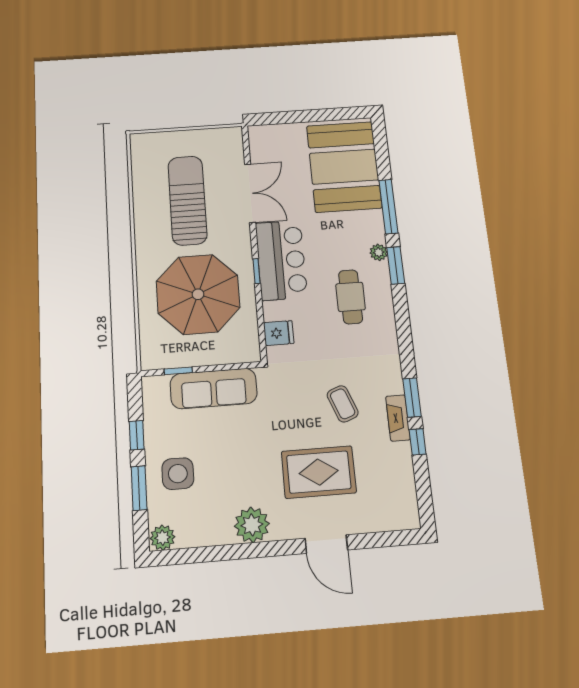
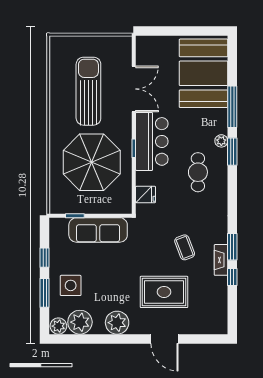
plant: (195, 529) -> (80, 322), added

